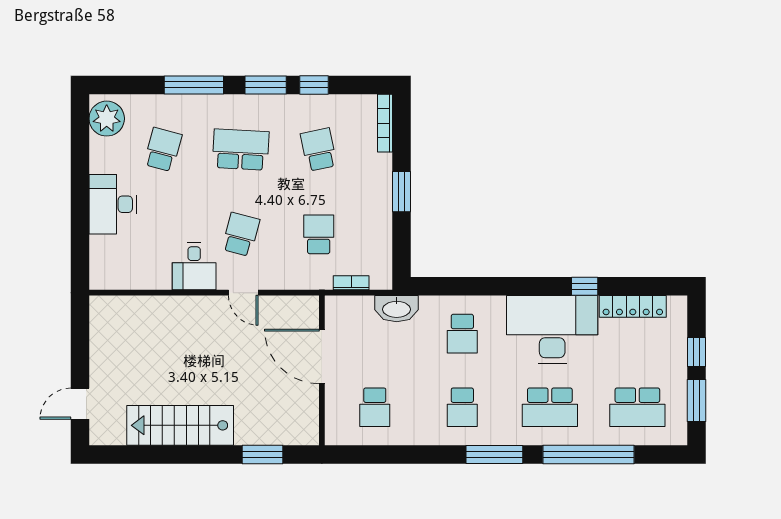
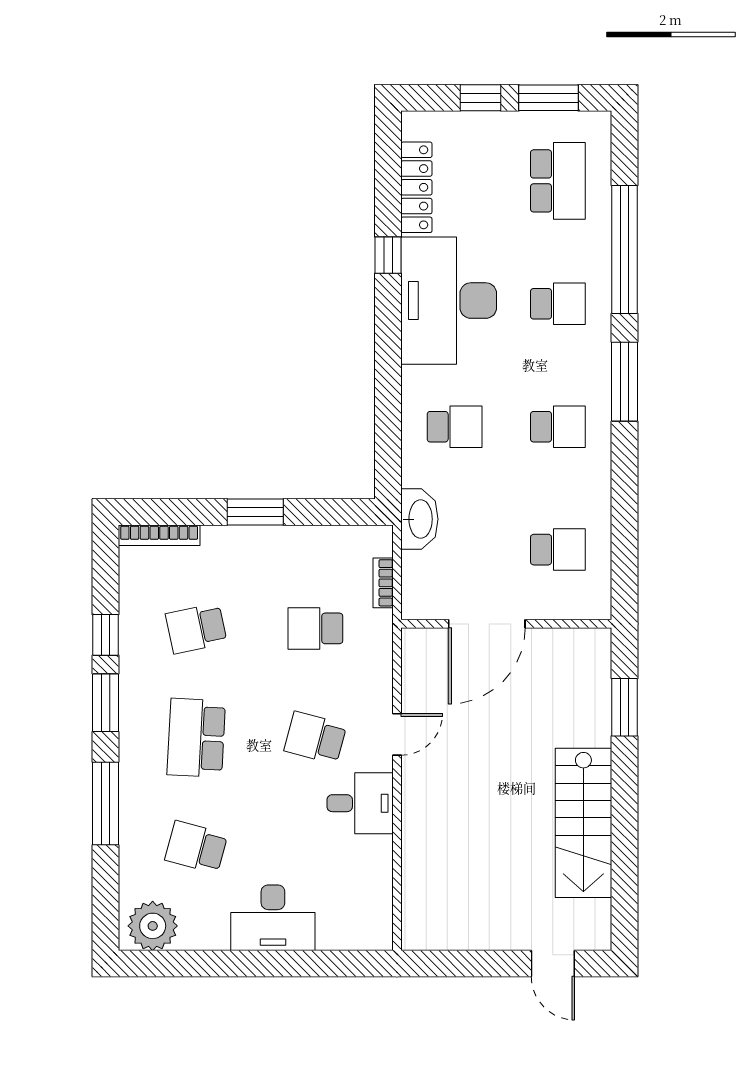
school desk: (550, 407) -> (558, 304), width x0.54

